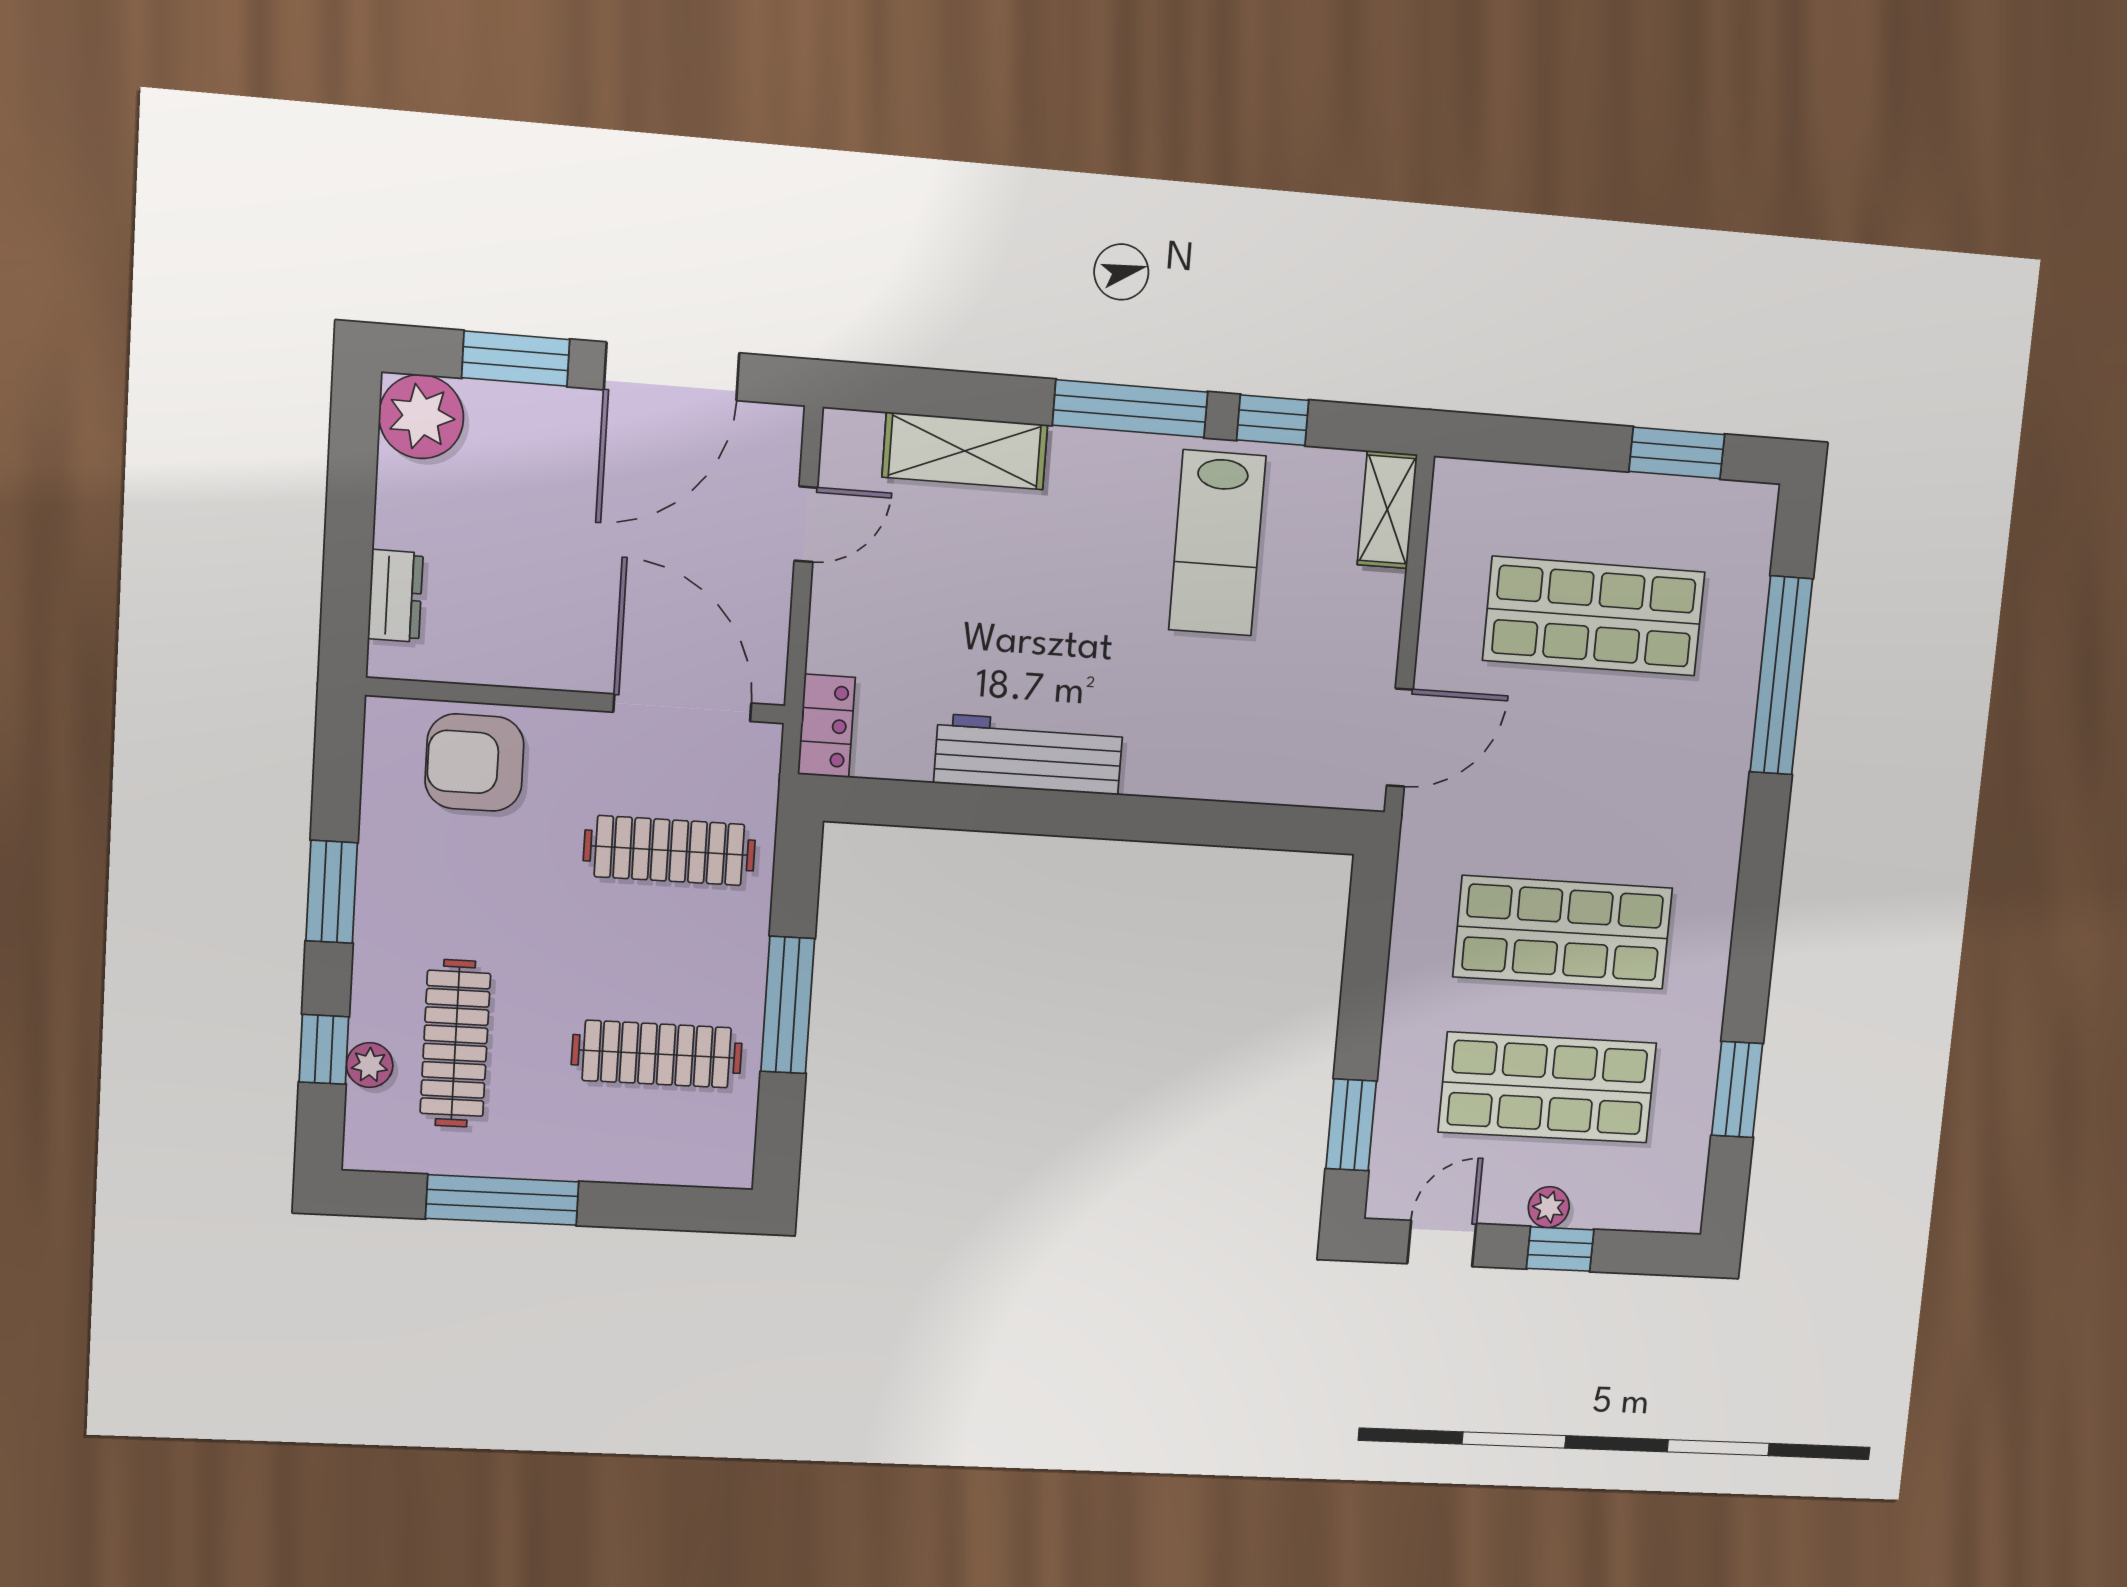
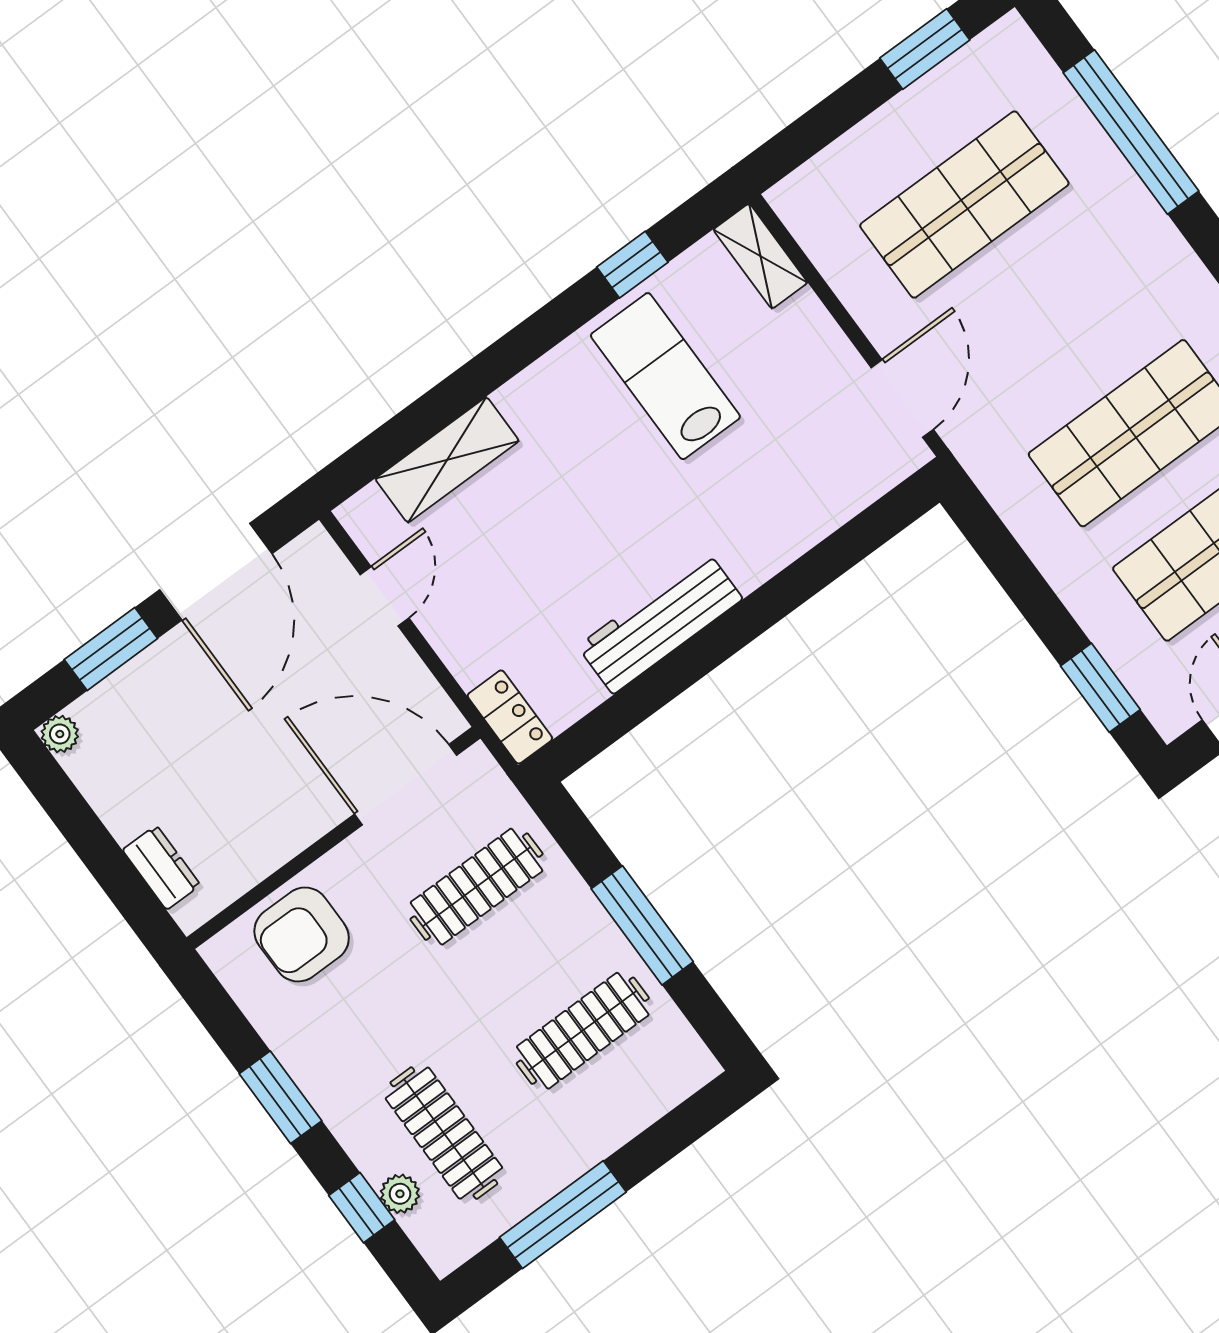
window: (1130, 409) -> (532, 339), removed
plant: (421, 417) -> (60, 734), width x0.53, depth x0.53
lab bench: (1217, 543) -> (665, 376), turned 180

